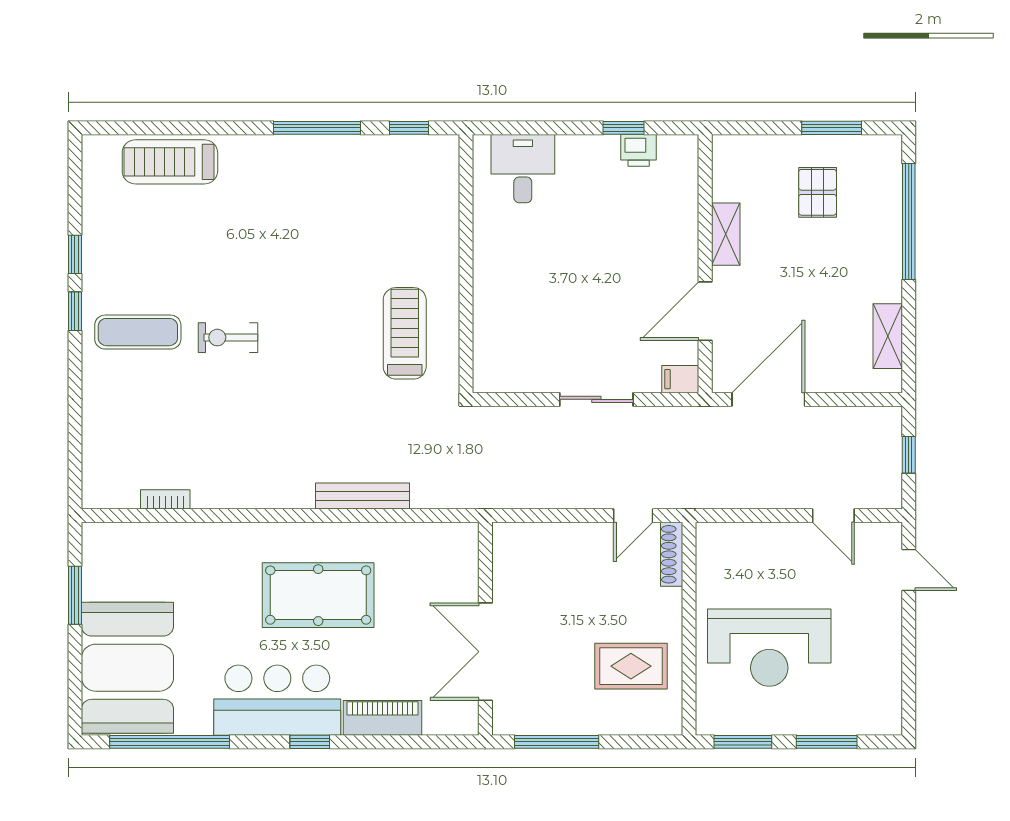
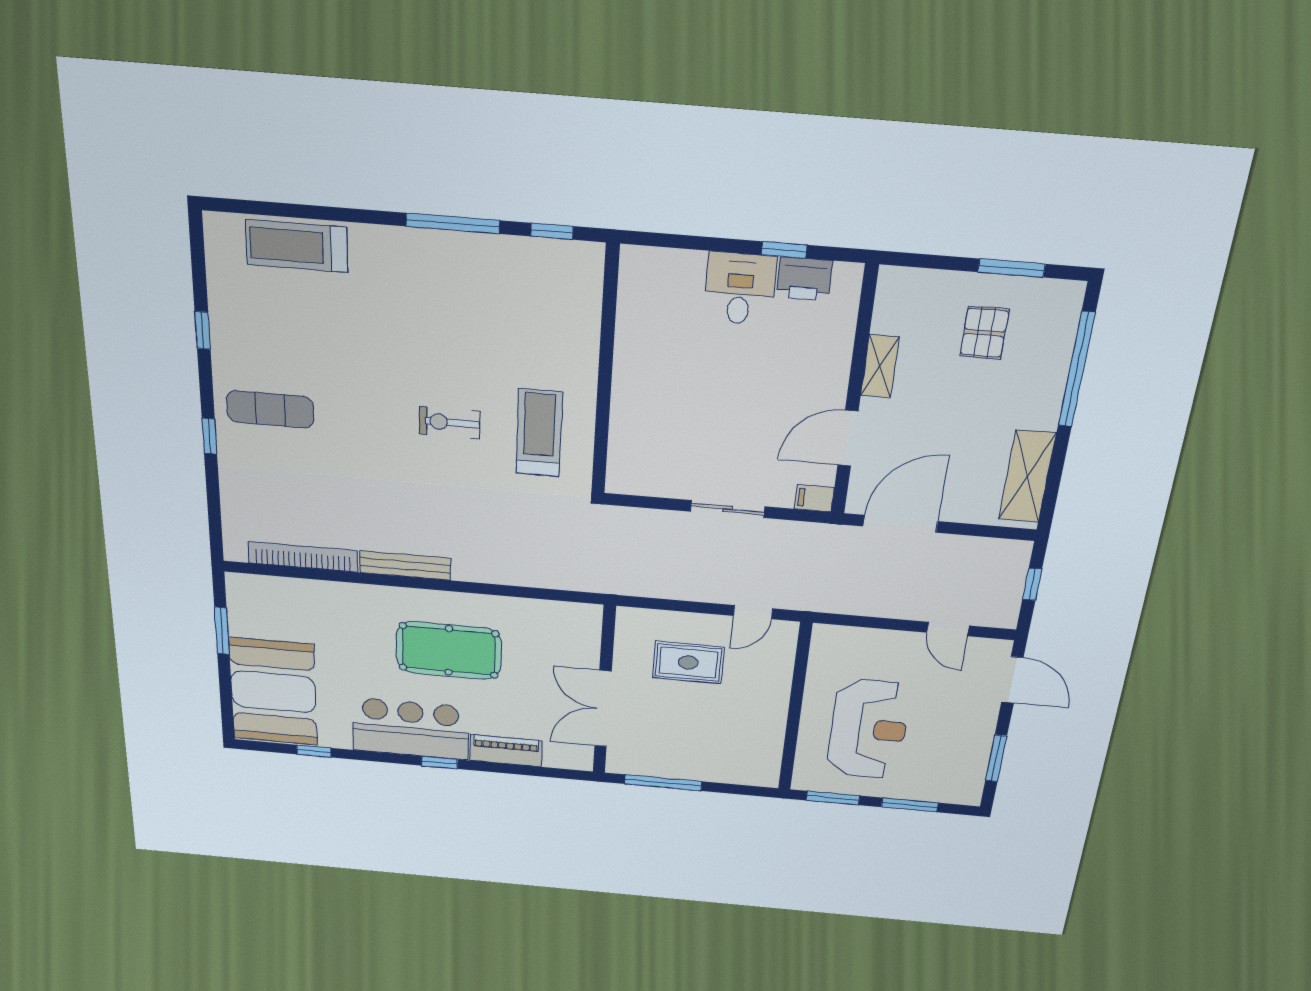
printer: (639, 150) -> (804, 279), width x1.36, depth x1.24
desk: (523, 169) -> (740, 289), moved
window: (75, 311) -> (209, 436), moved
shelving: (888, 336) -> (1027, 476), width x1.50, depth x1.33
exercise bike: (228, 338) -> (450, 423), moved
bench: (363, 496) -> (405, 565), moved
bookcase: (165, 499) -> (303, 557), width x2.31, depth x1.31
shoe rack: (672, 554) -> (786, 647), removed
door: (909, 570) -> (1012, 680), width x1.38
reception desk: (769, 648) -> (868, 729), turned -90
rug: (631, 666) -> (688, 662), moved
window: (909, 670) -> (996, 758), added
window: (170, 742) -> (314, 751), width x0.32

